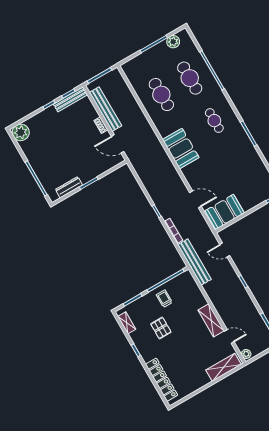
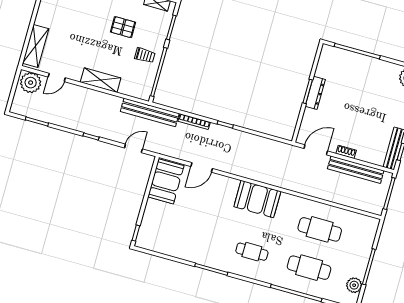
dresser: (69, 187) -> (315, 93), moved
shelving: (211, 320) -> (101, 80), moved
plant: (246, 354) -> (31, 83), width x1.87, depth x1.87

